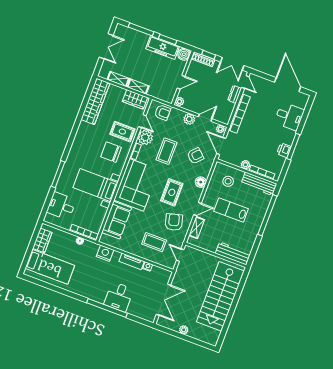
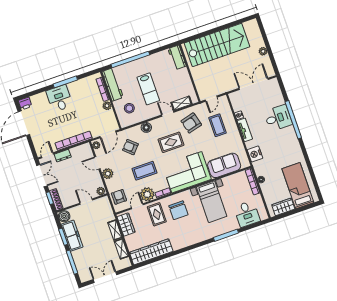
desk: (289, 116) -> (59, 98), moved
printer: (284, 150) -> (25, 103), moved
workbench: (233, 254) -> (177, 57), width x0.73

